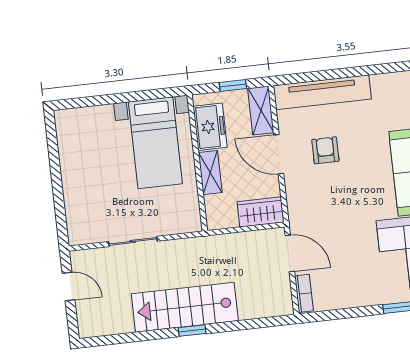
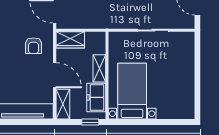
window: (233, 85) -> (90, 122), moved
armchair: (325, 150) -> (34, 46), moved

